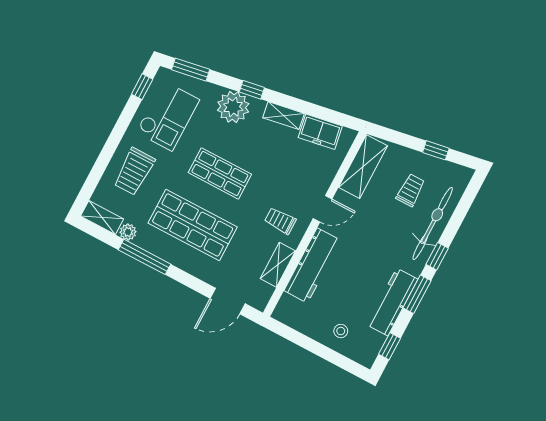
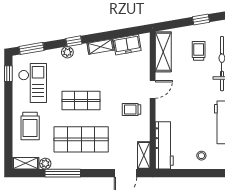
plant: (233, 107) -> (67, 52), width x0.53, depth x0.53
shelving: (278, 265) -> (144, 155), moved
workbench: (312, 265) -> (164, 145), moved

